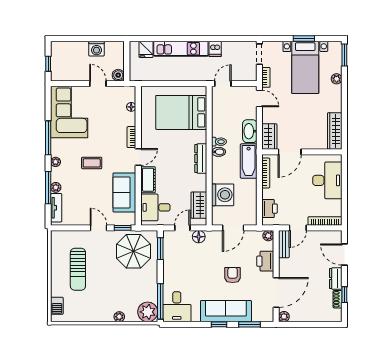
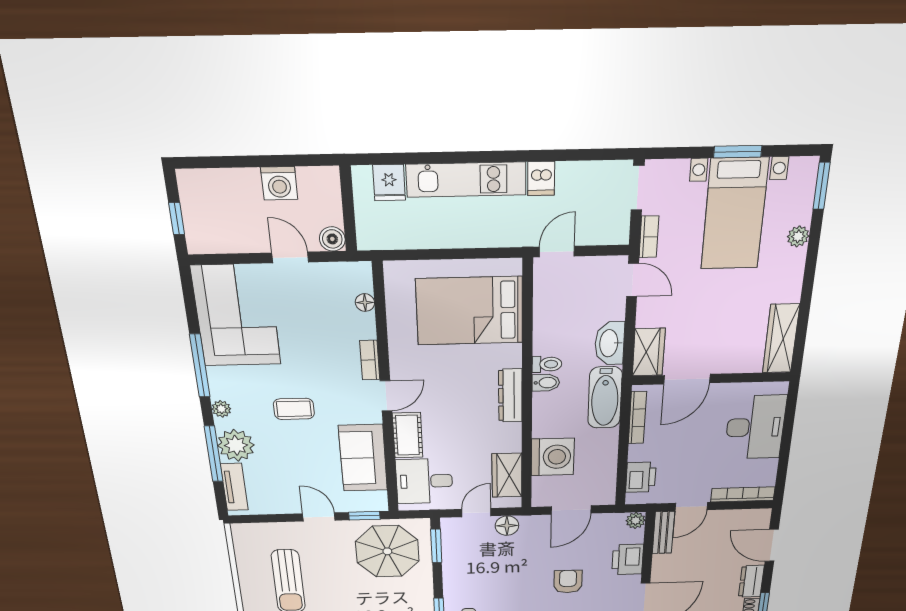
plant: (56, 187) -> (236, 445), width x1.88, depth x1.88

